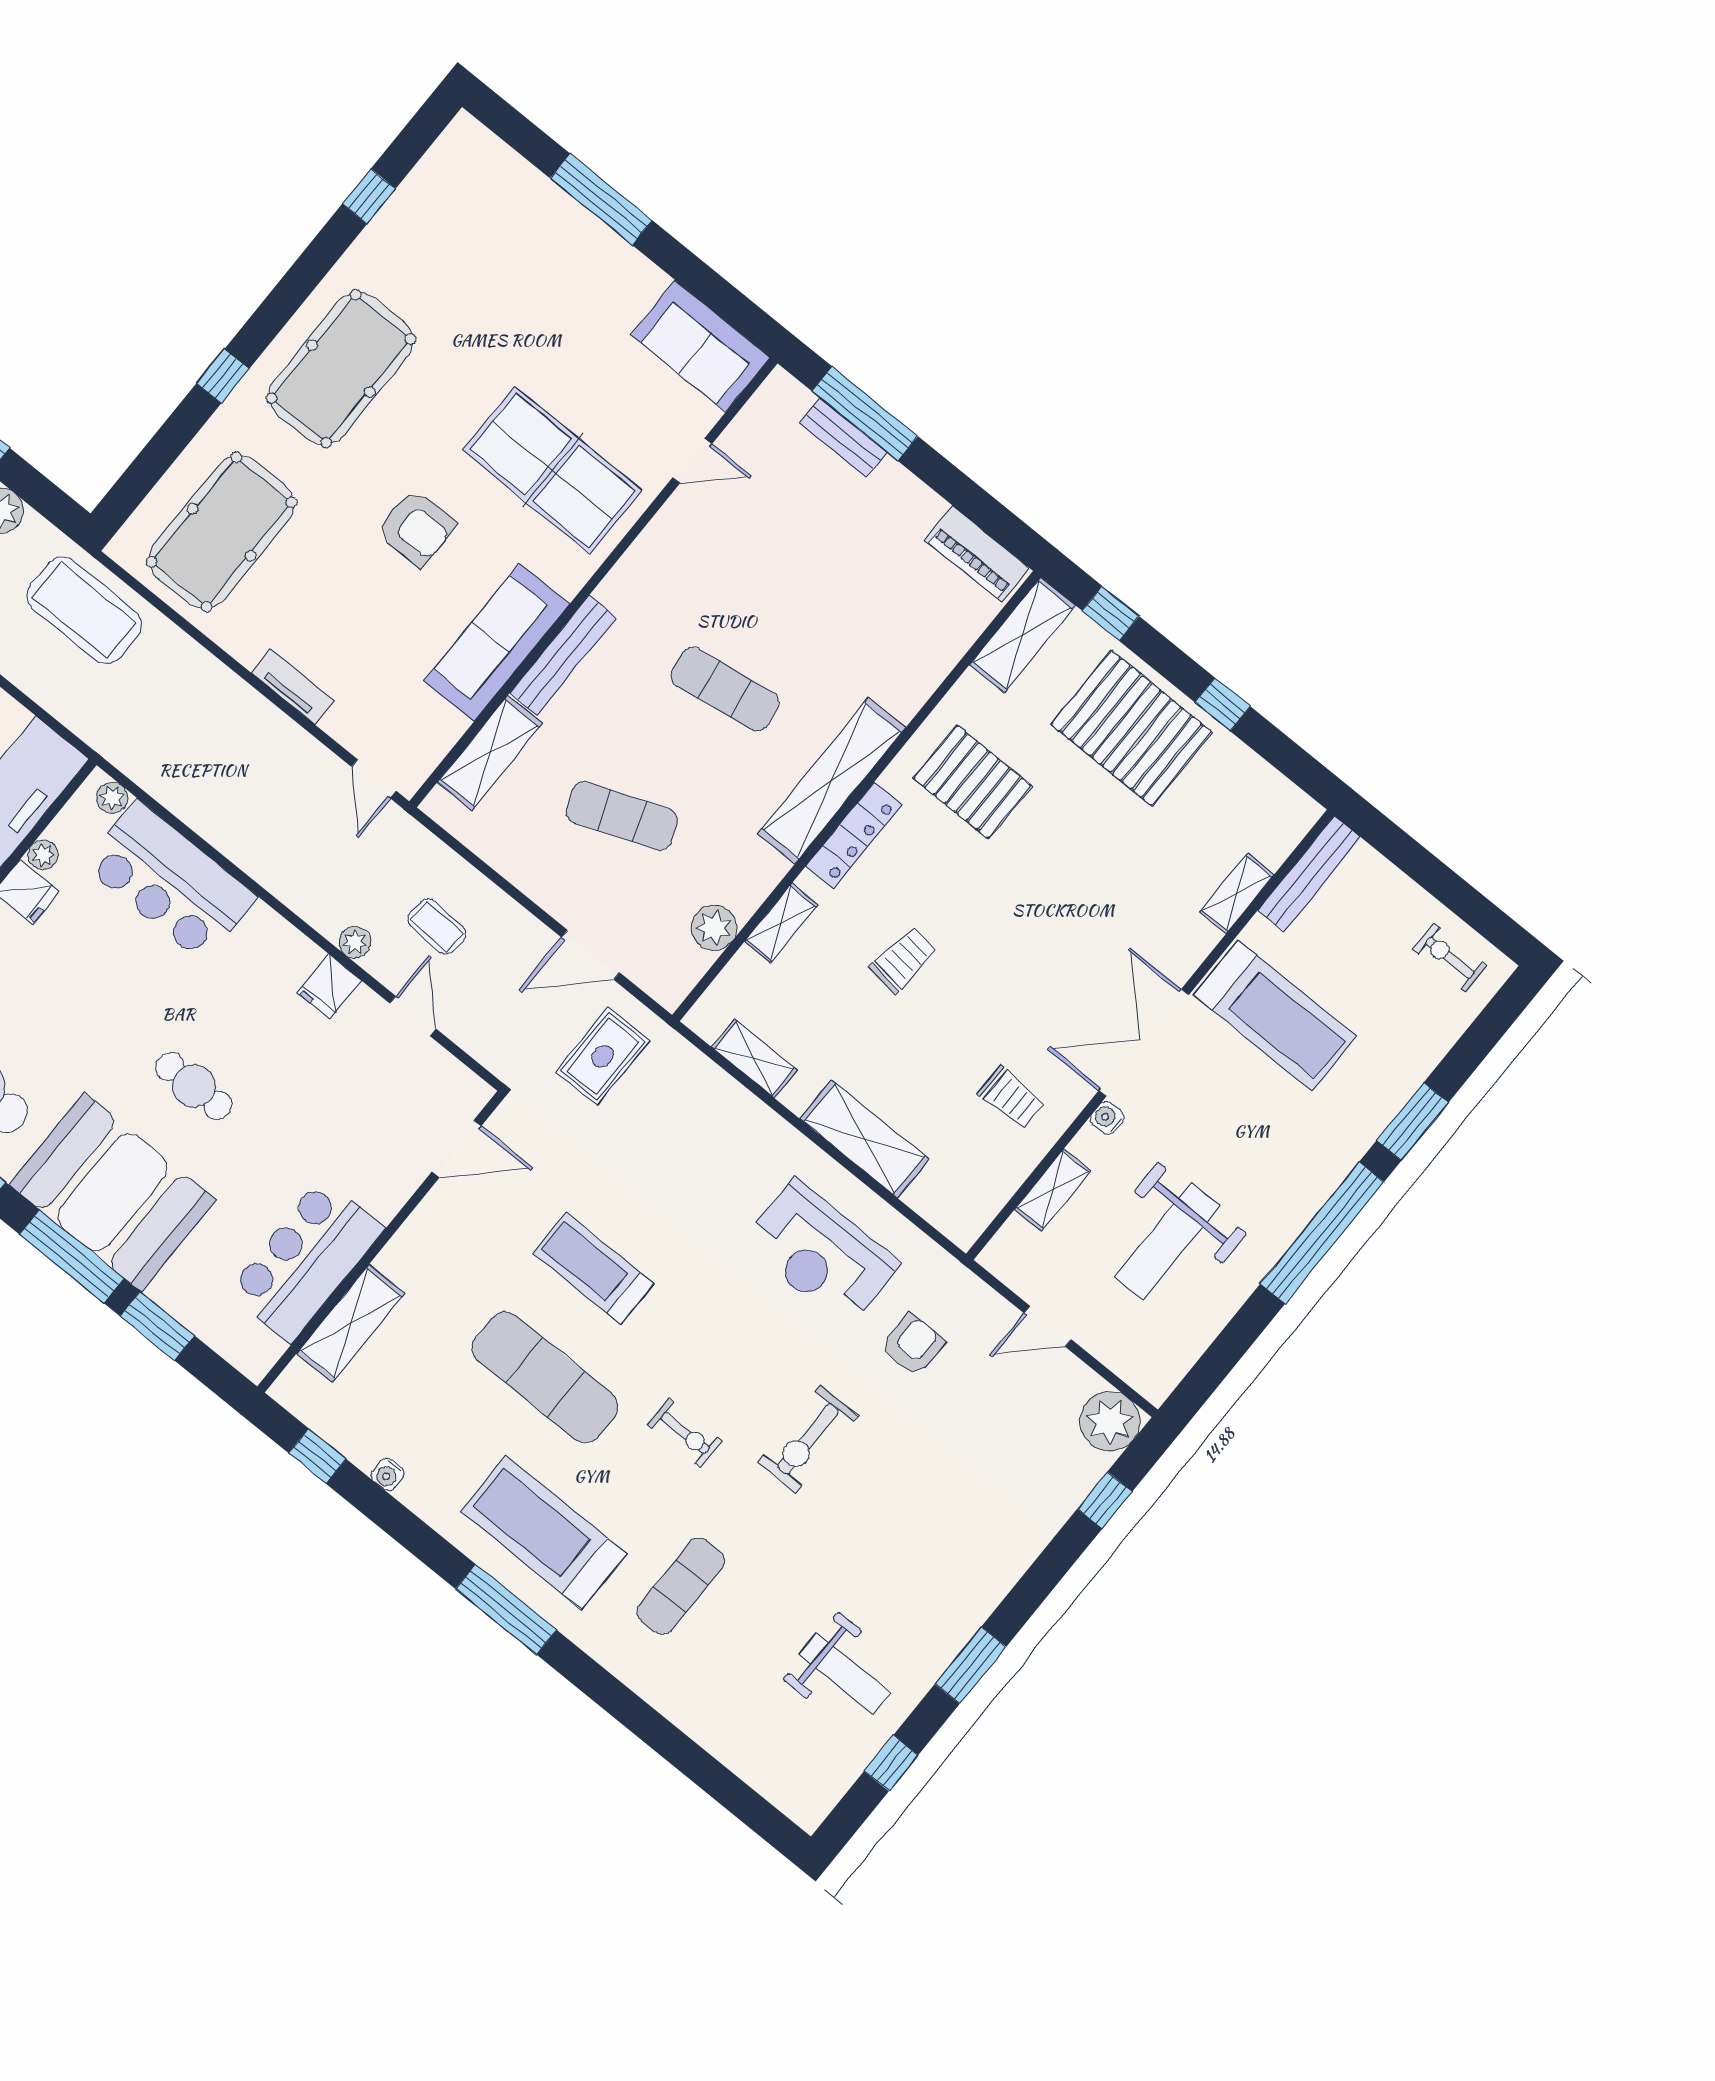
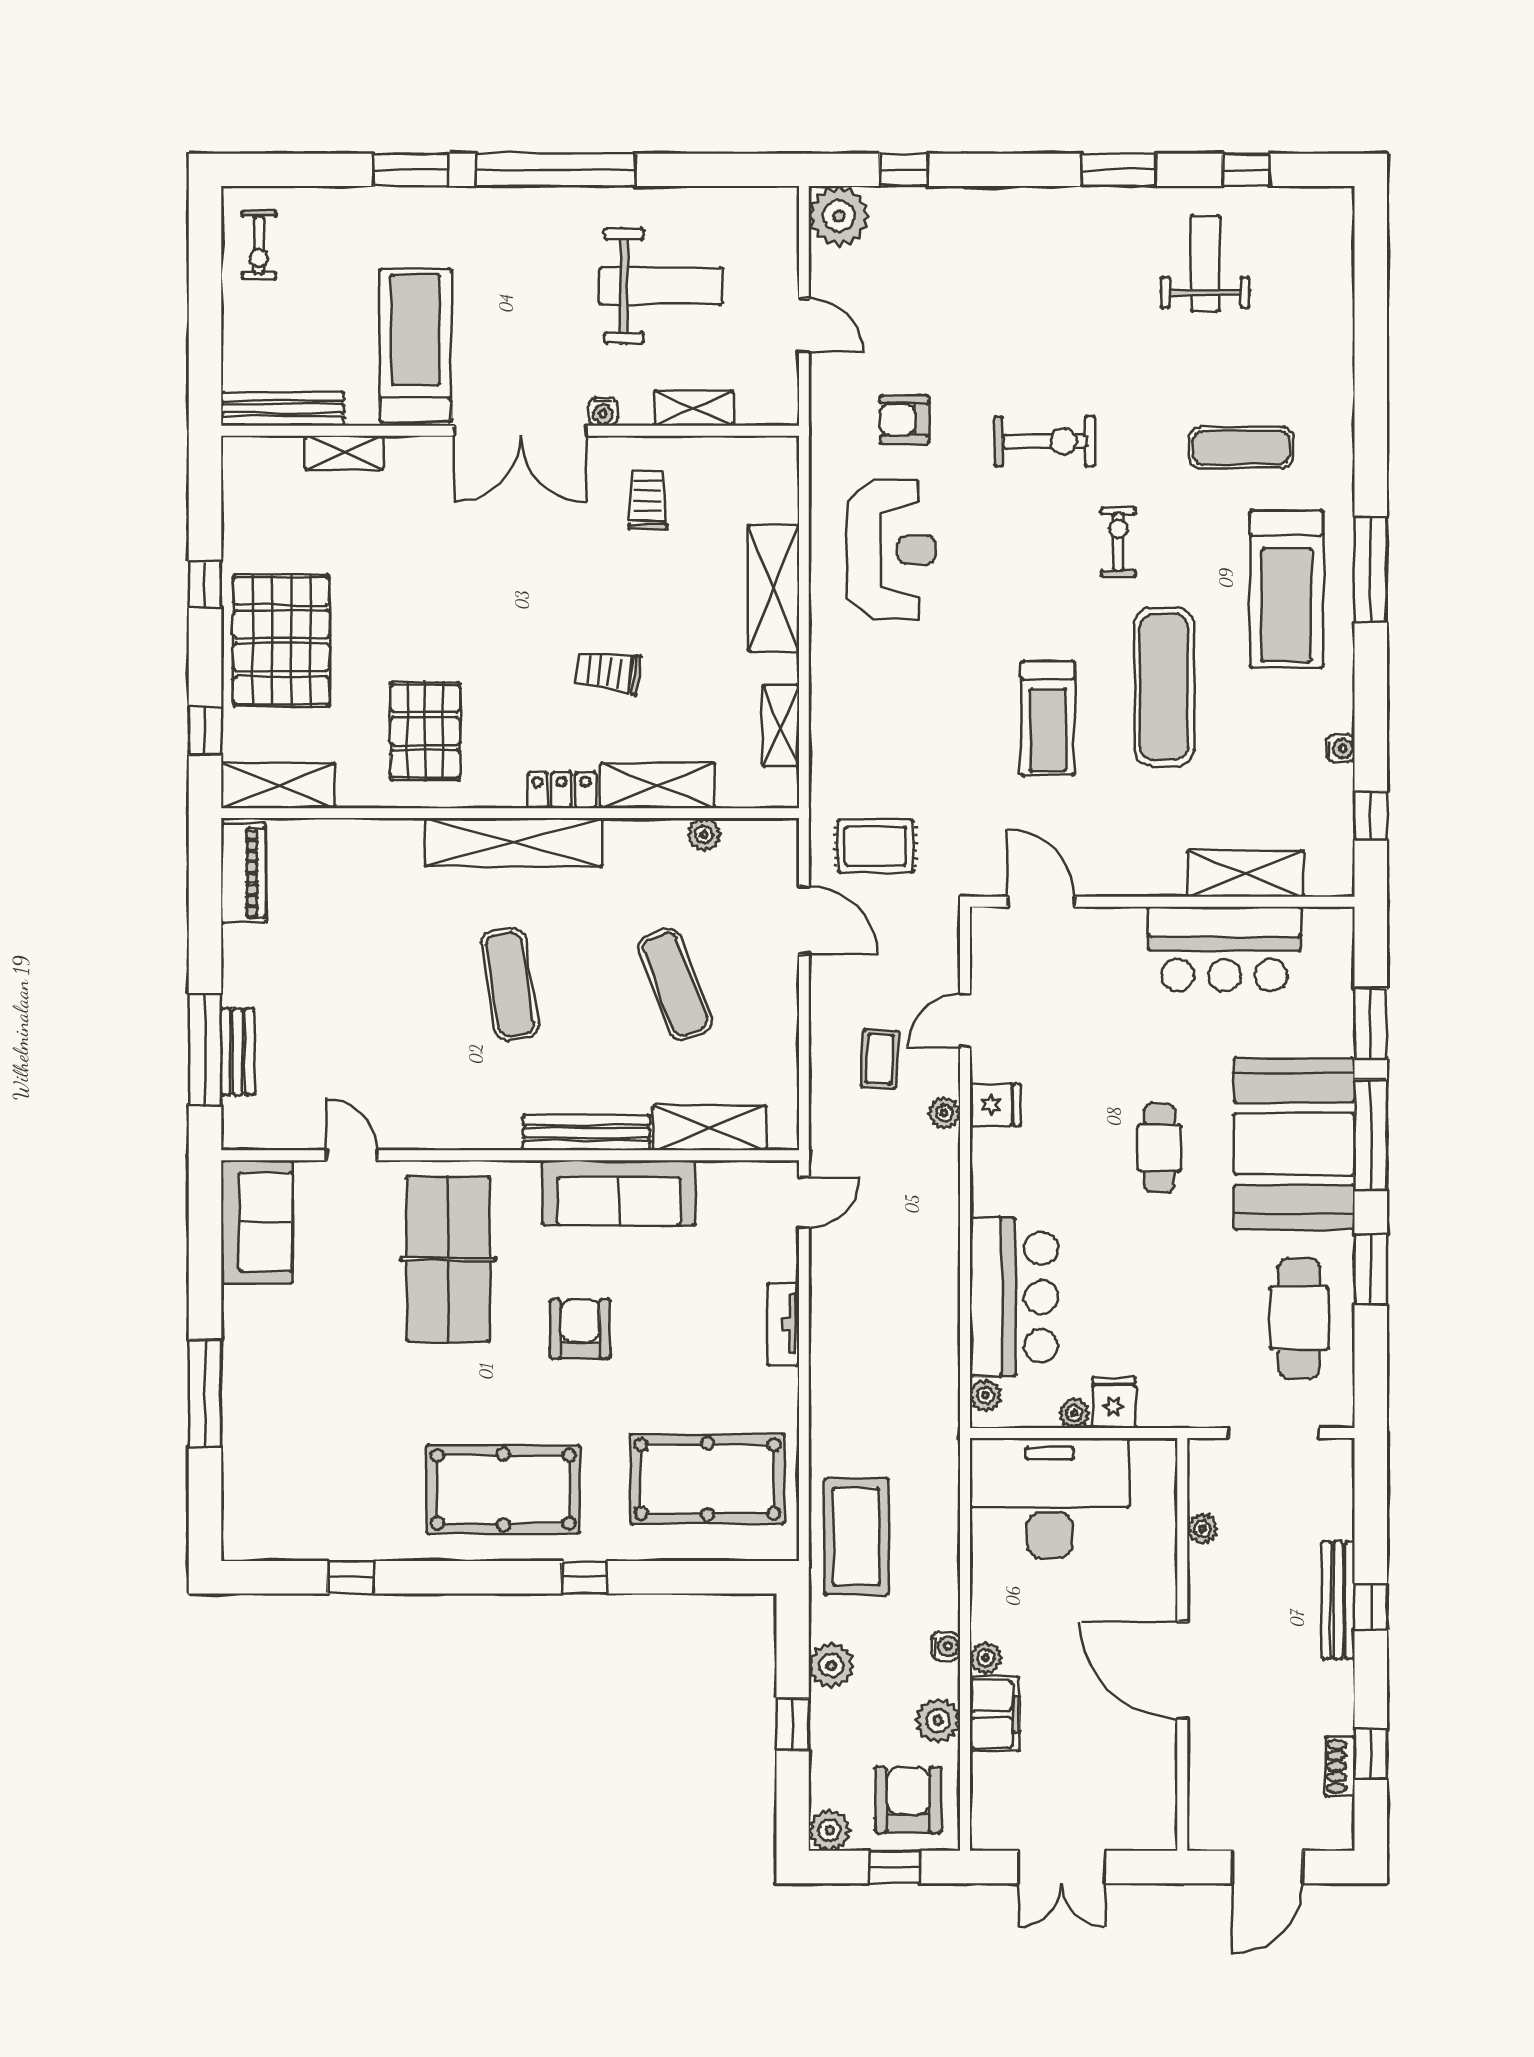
locker: (854, 835) -> (561, 790), width x0.66
shelving: (781, 923) -> (658, 786), width x1.50, depth x1.33
plant: (714, 928) -> (704, 835), width x0.73, depth x0.73

